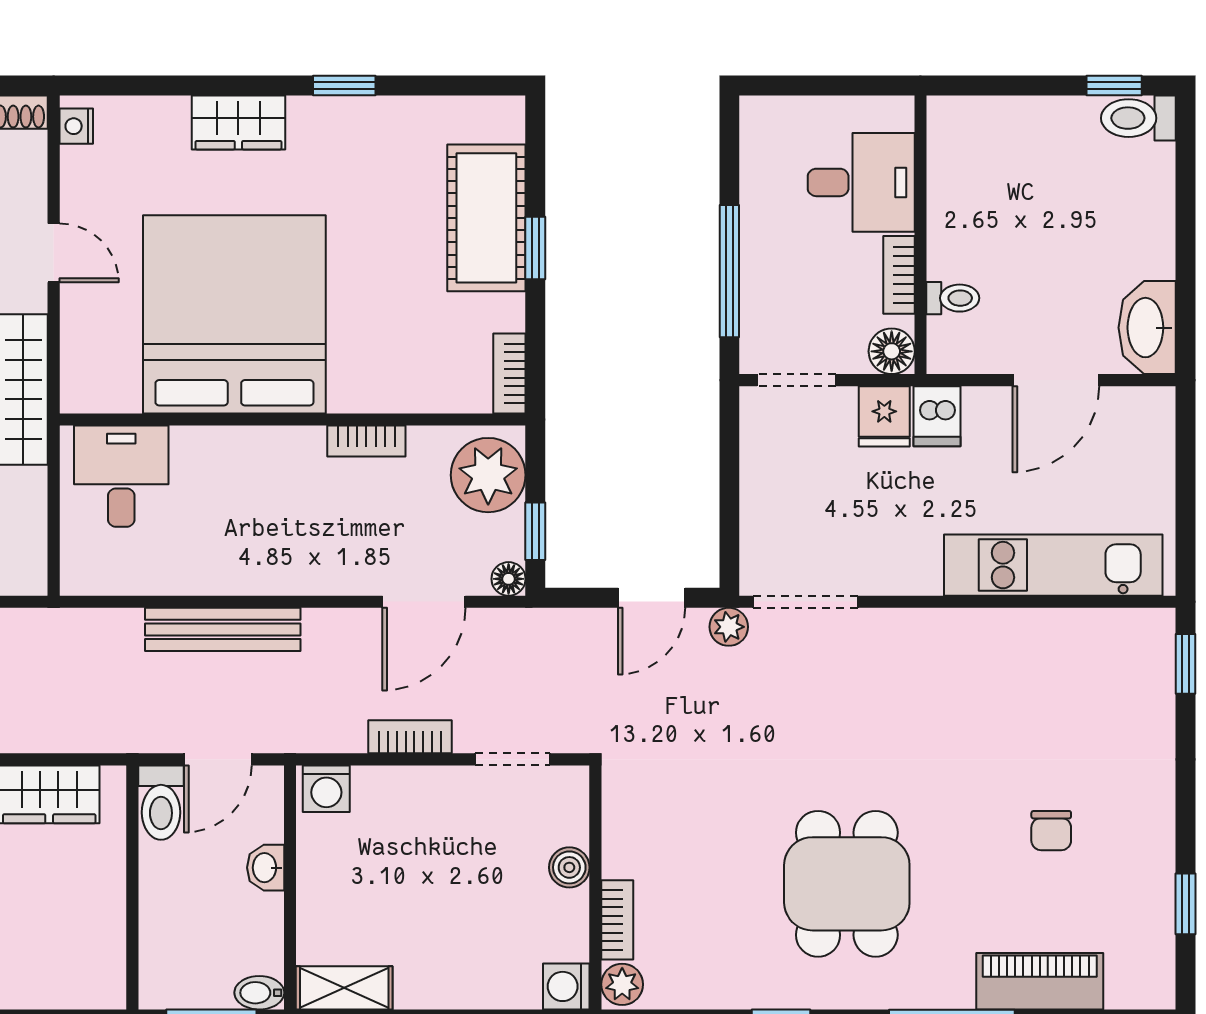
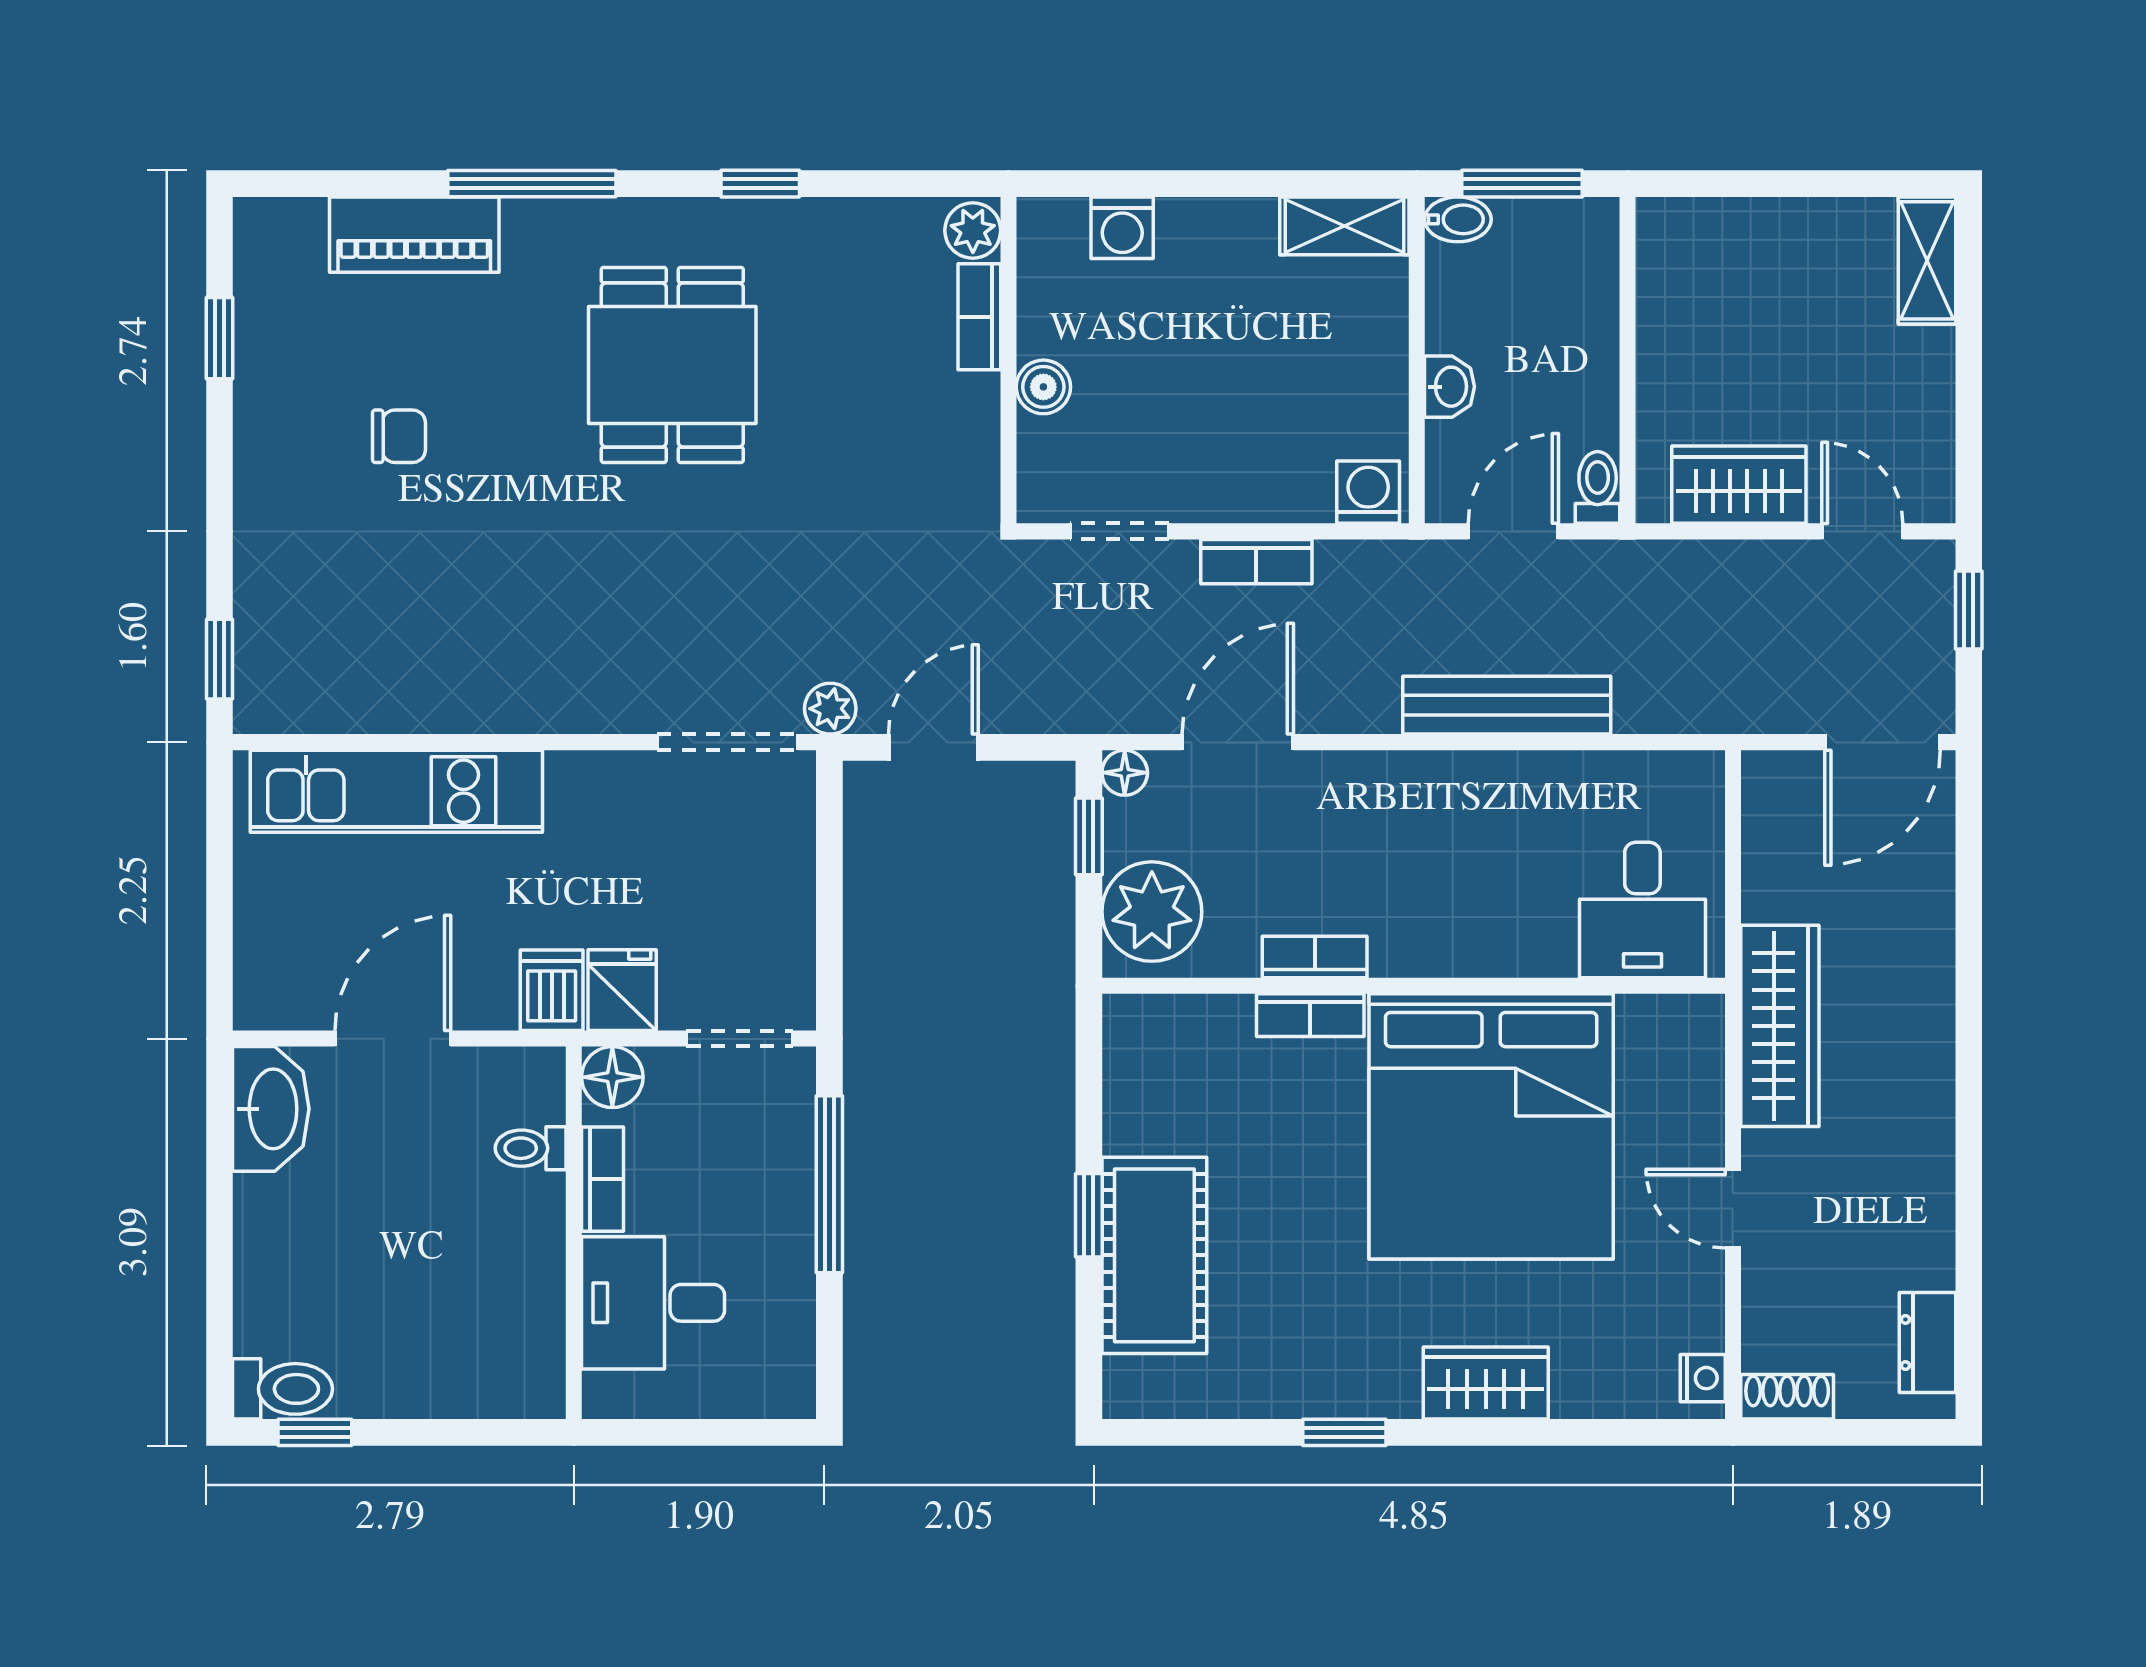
bookcase: (509, 374) -> (1310, 1015), moved, turned 90
toilet: (161, 803) -> (1598, 487), width x0.73, depth x0.72
chair: (1051, 831) -> (399, 436), turned 90
washing machine: (566, 986) -> (1122, 228), moved, turned 90

